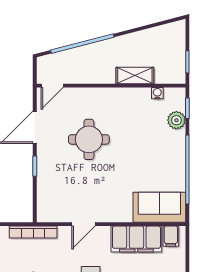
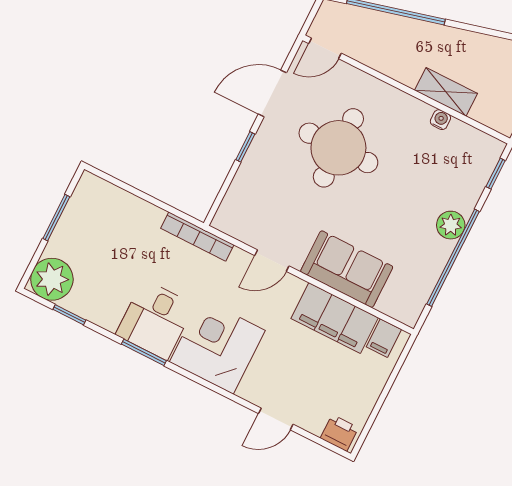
water cooler: (157, 93) -> (440, 120), moved
plant: (176, 120) -> (451, 225), moved
round table: (89, 139) -> (338, 148), width x1.36, depth x1.36
sofa: (159, 207) -> (347, 269), moved

